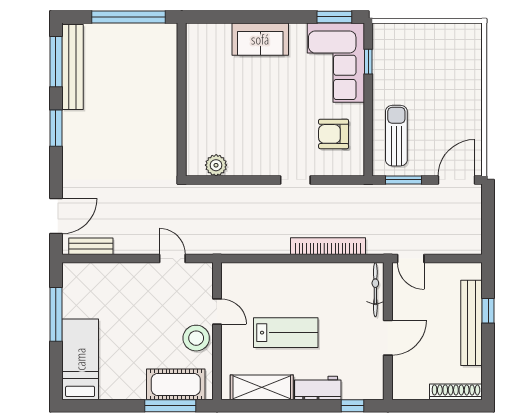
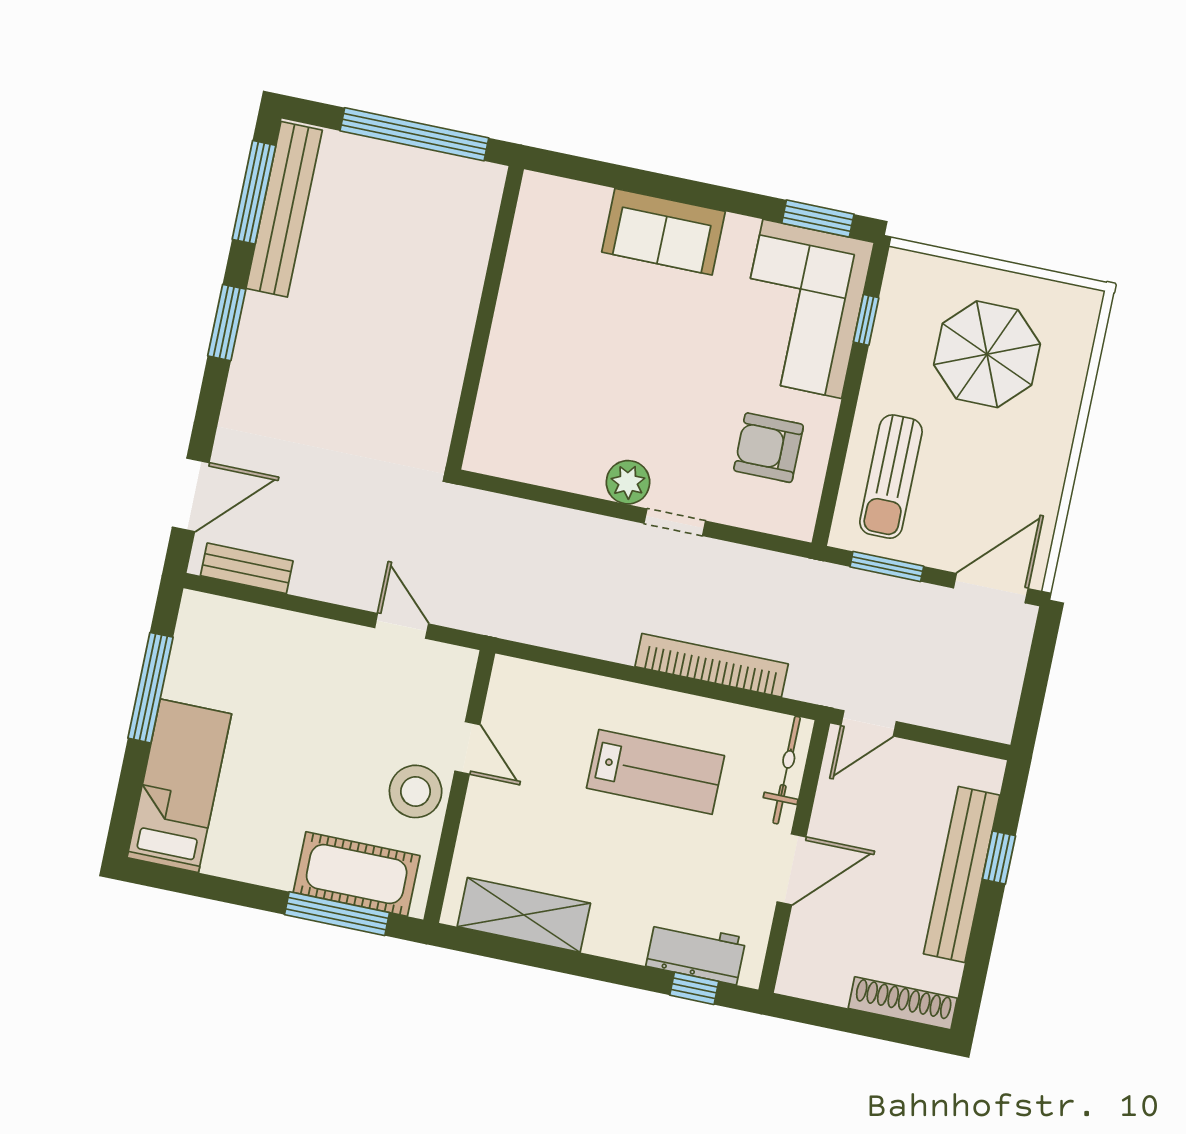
parasol: (431, 66) -> (987, 354), added
sun lounger: (396, 136) -> (891, 477), turned 180
plant: (216, 165) -> (628, 482), moved
door: (411, 259) -> (869, 723), hinge flipped
lab bench: (286, 333) -> (656, 772), moved
workbench: (318, 388) -> (696, 952), moved

